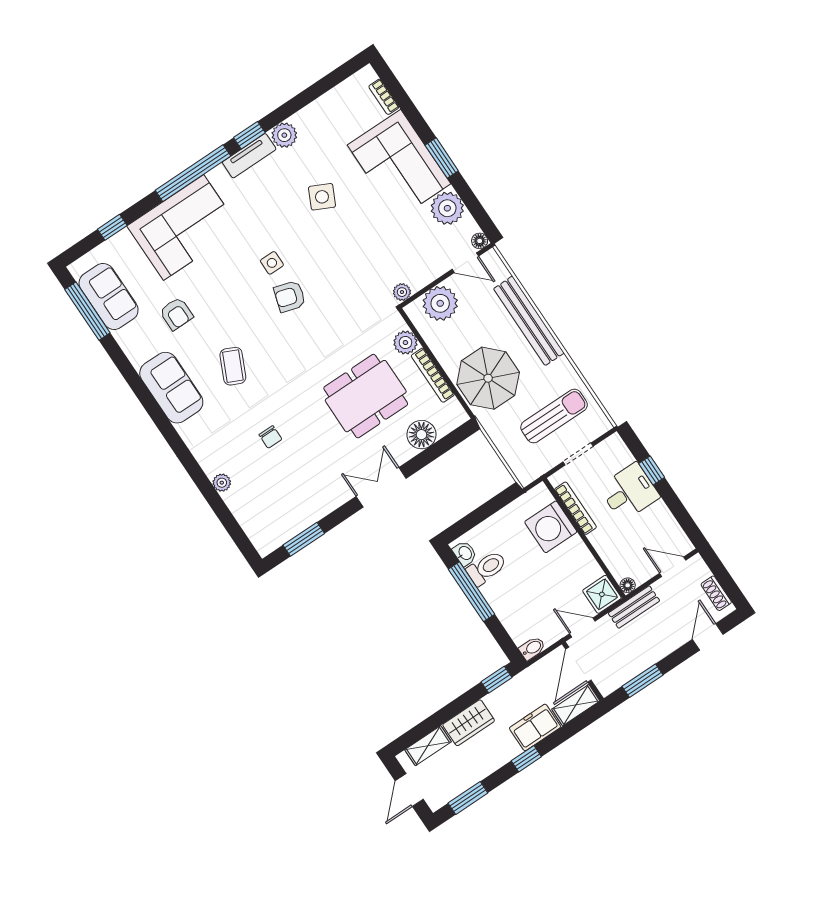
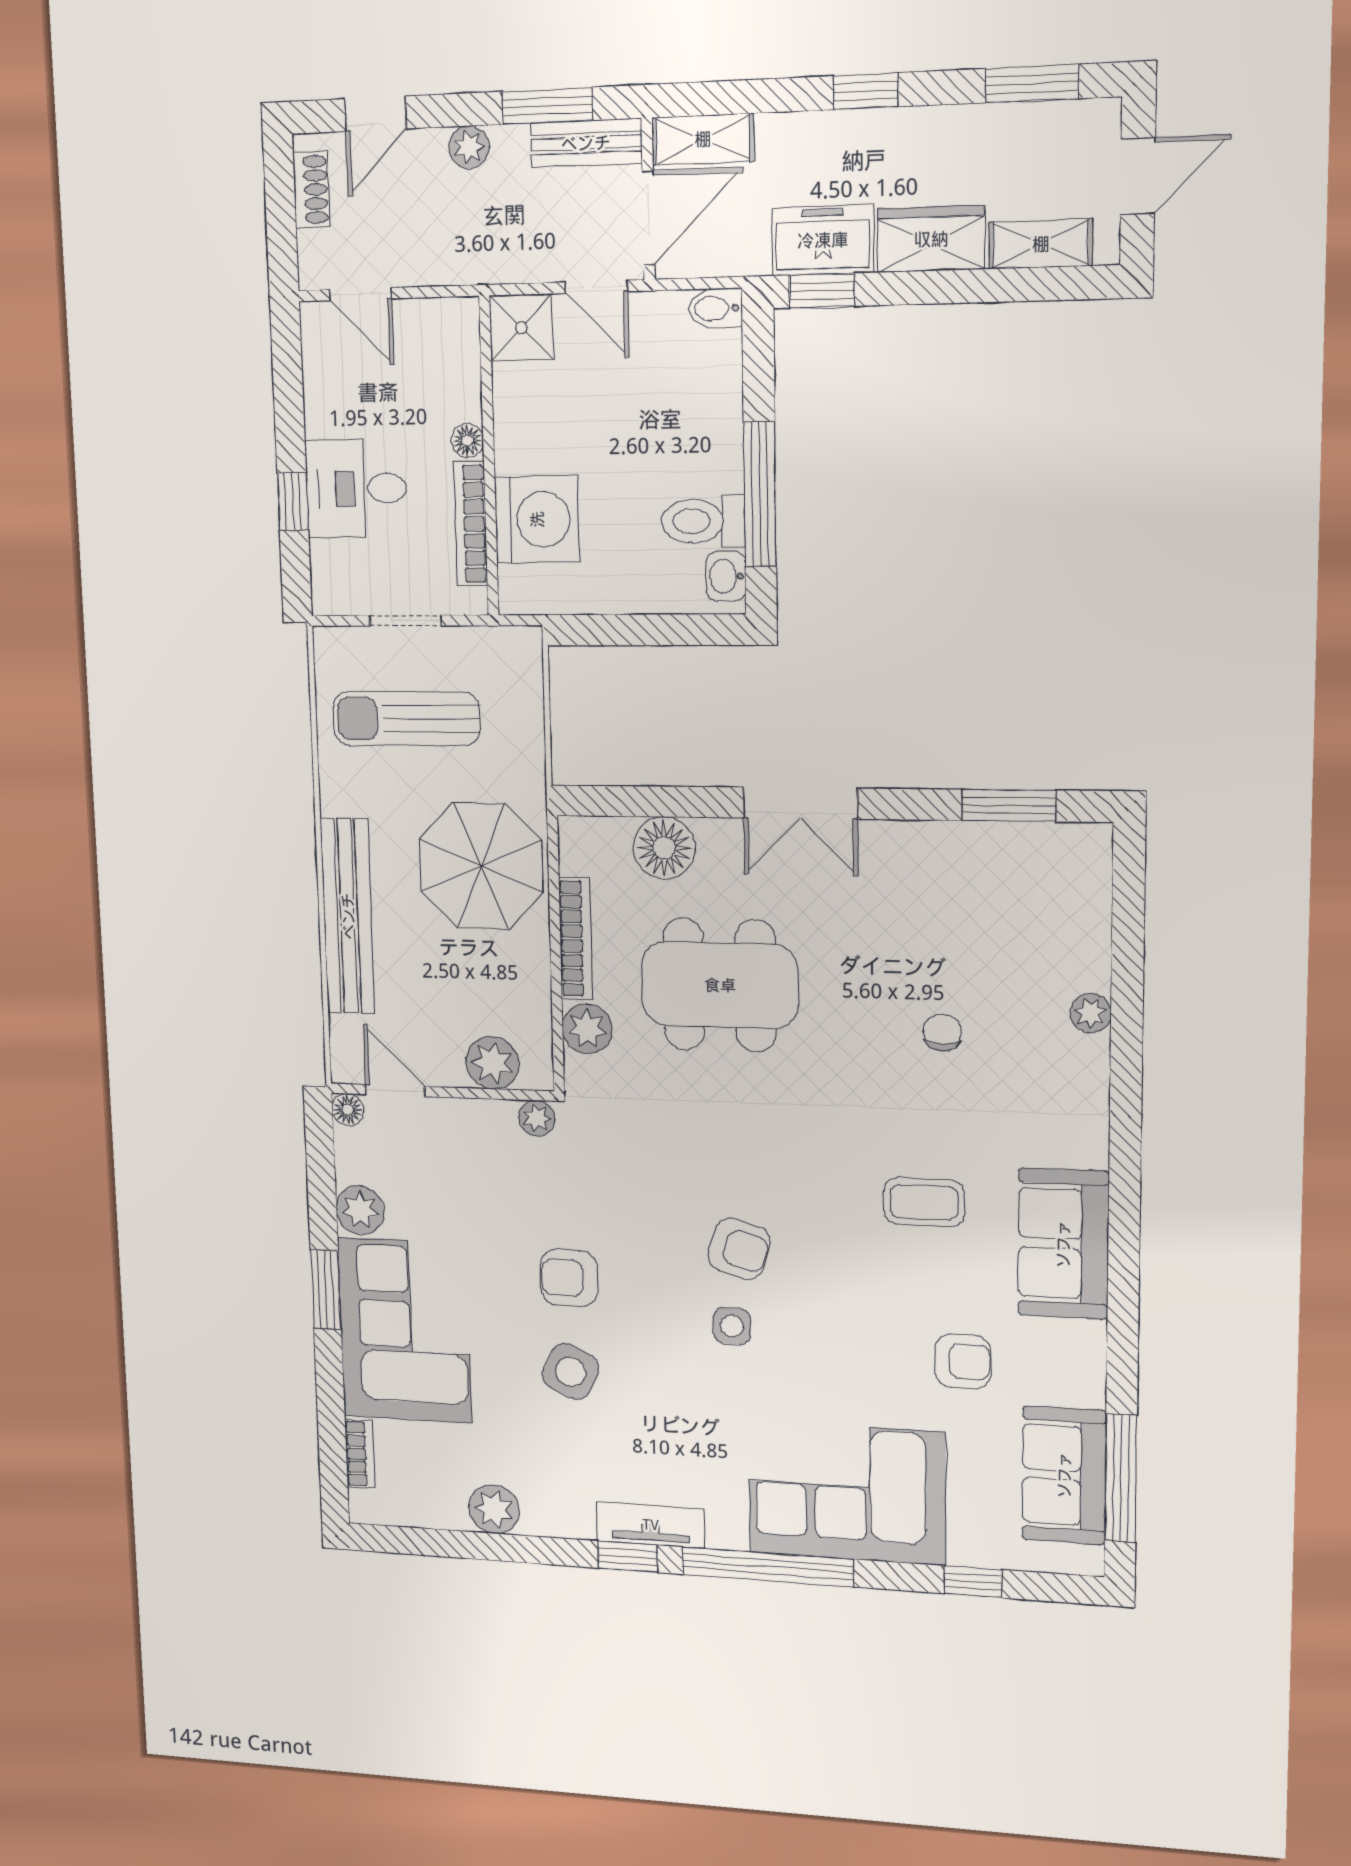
plant: (284, 135) -> (494, 1509), moved
plant: (447, 208) -> (360, 1210), width x0.73, depth x0.73
armchair: (348, 236) -> (569, 1278), added
plant: (440, 303) -> (492, 1063), width x0.73, depth x0.73
armchair: (176, 314) -> (963, 1361), turned 90
coffee table: (233, 366) -> (924, 1202), turned 65
floor lamp: (628, 585) -> (467, 440), moved
bench: (634, 607) -> (586, 143), moved
plant: (664, 647) -> (469, 147), added
freezer: (535, 727) -> (823, 240), moved, turned 180

